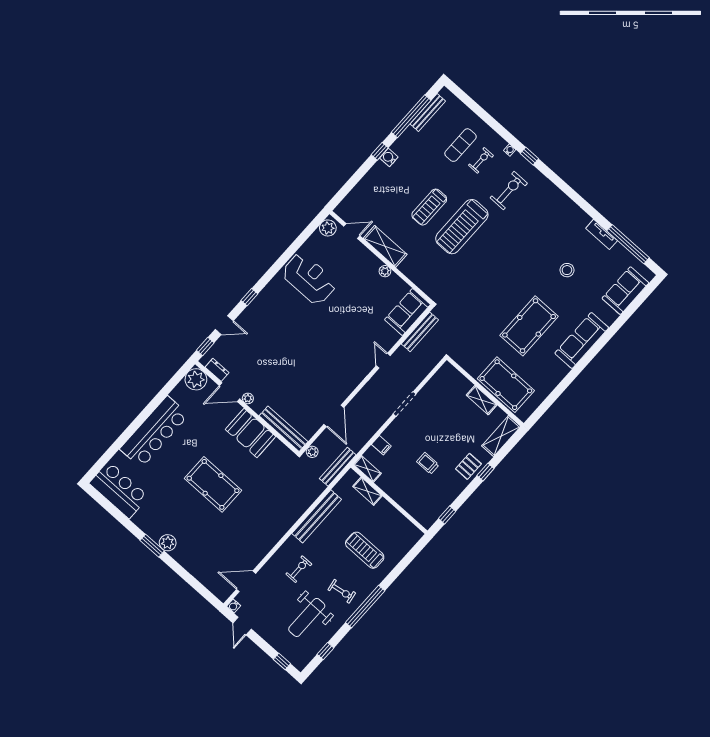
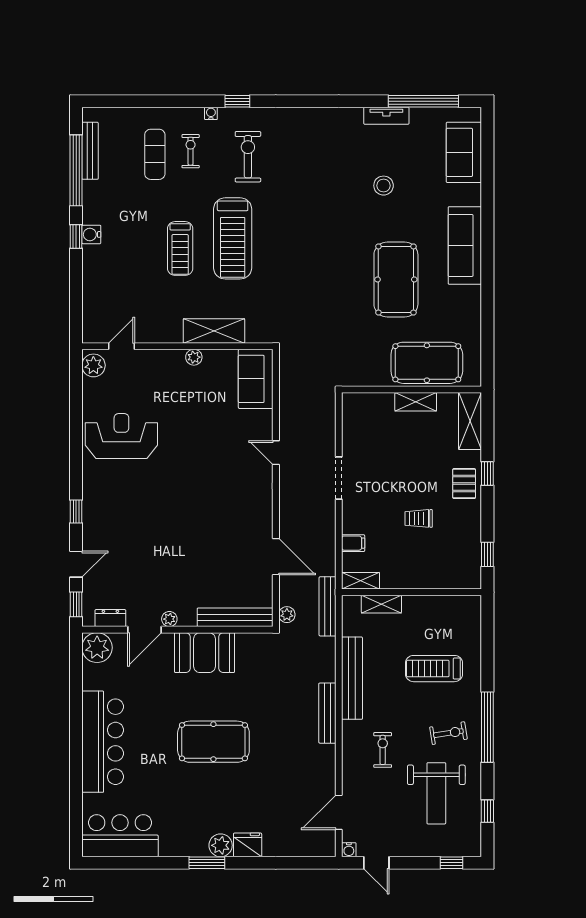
shelving: (385, 246) -> (214, 331), moved
bench: (420, 332) -> (327, 713), moved
fridge: (182, 555) -> (248, 845), added

